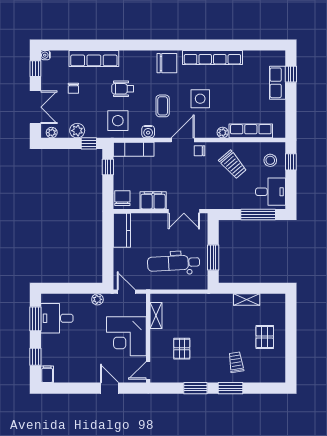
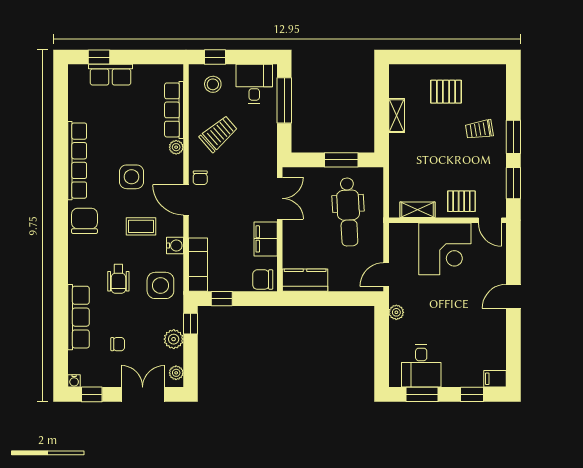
shelving: (156, 315) -> (417, 210), moved
corner desk: (126, 336) -> (445, 249), moved
wall: (148, 338) -> (448, 220), moved
door: (148, 370) -> (490, 220), moved

